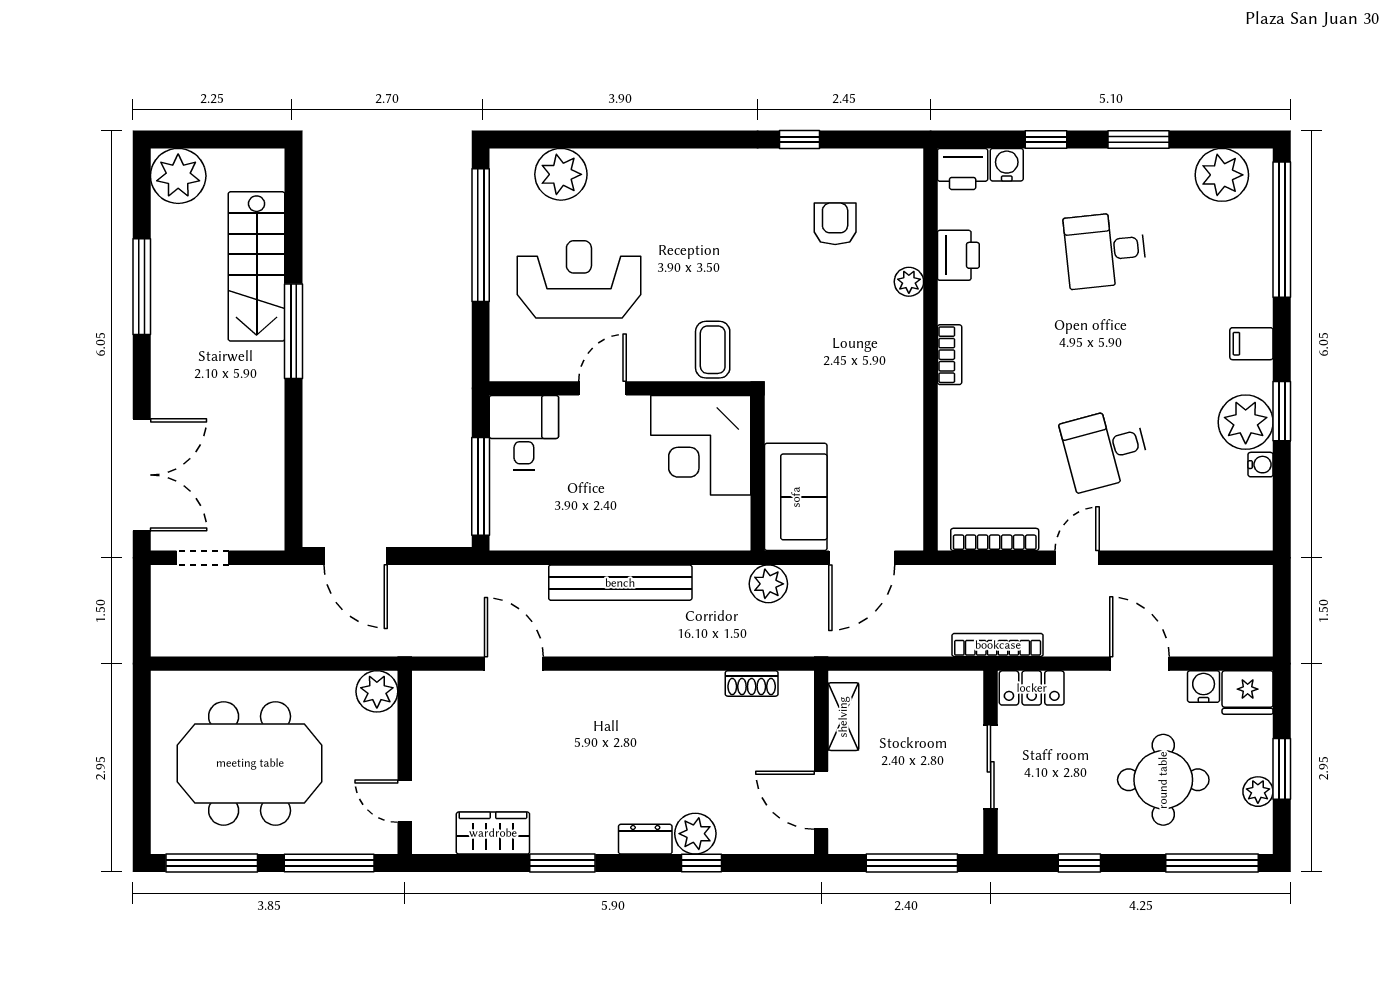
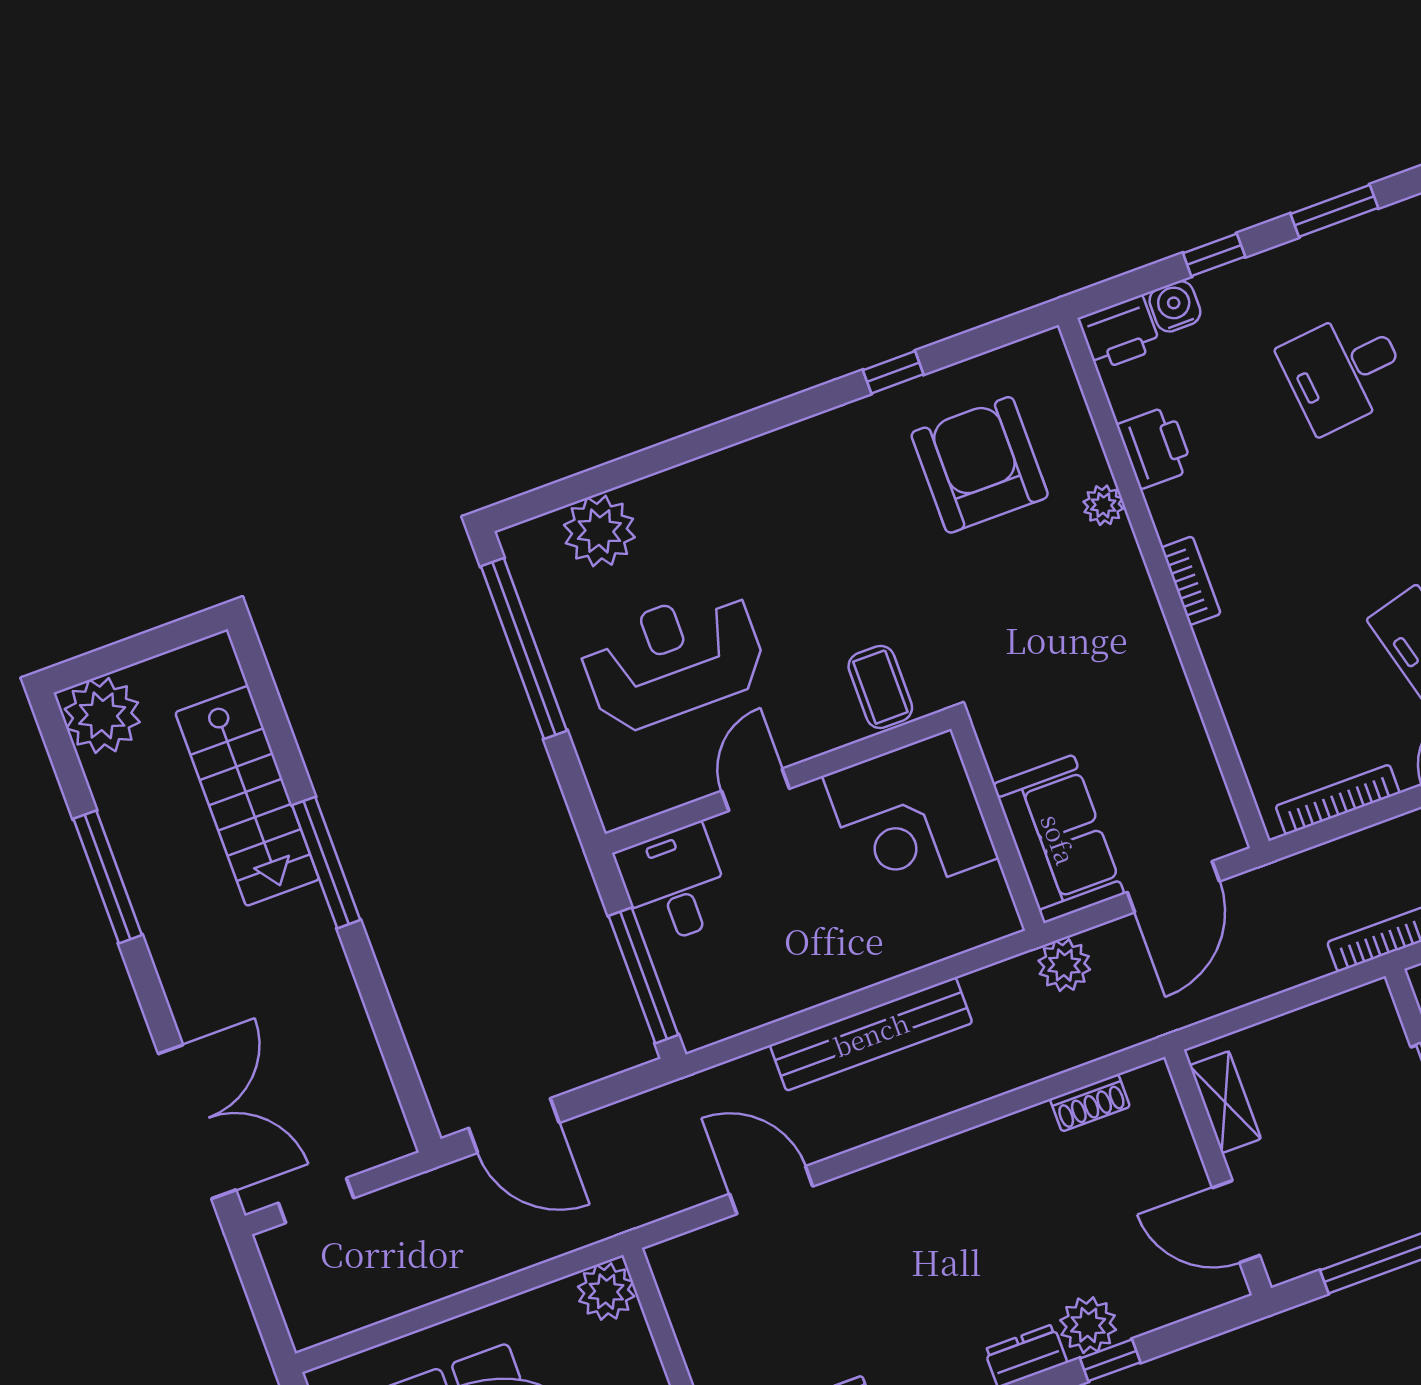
armchair: (835, 224) -> (980, 465), width x1.88, depth x1.88

